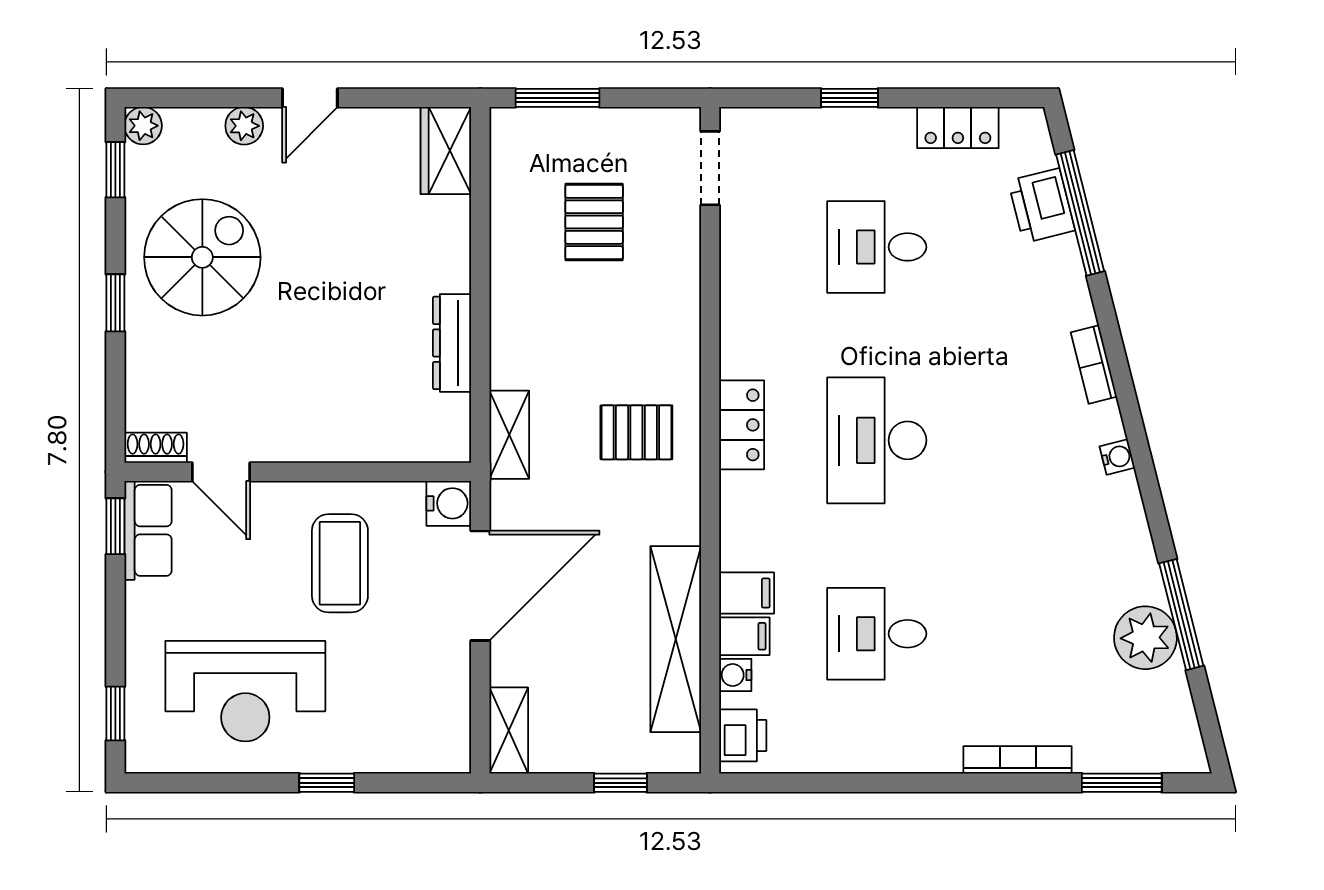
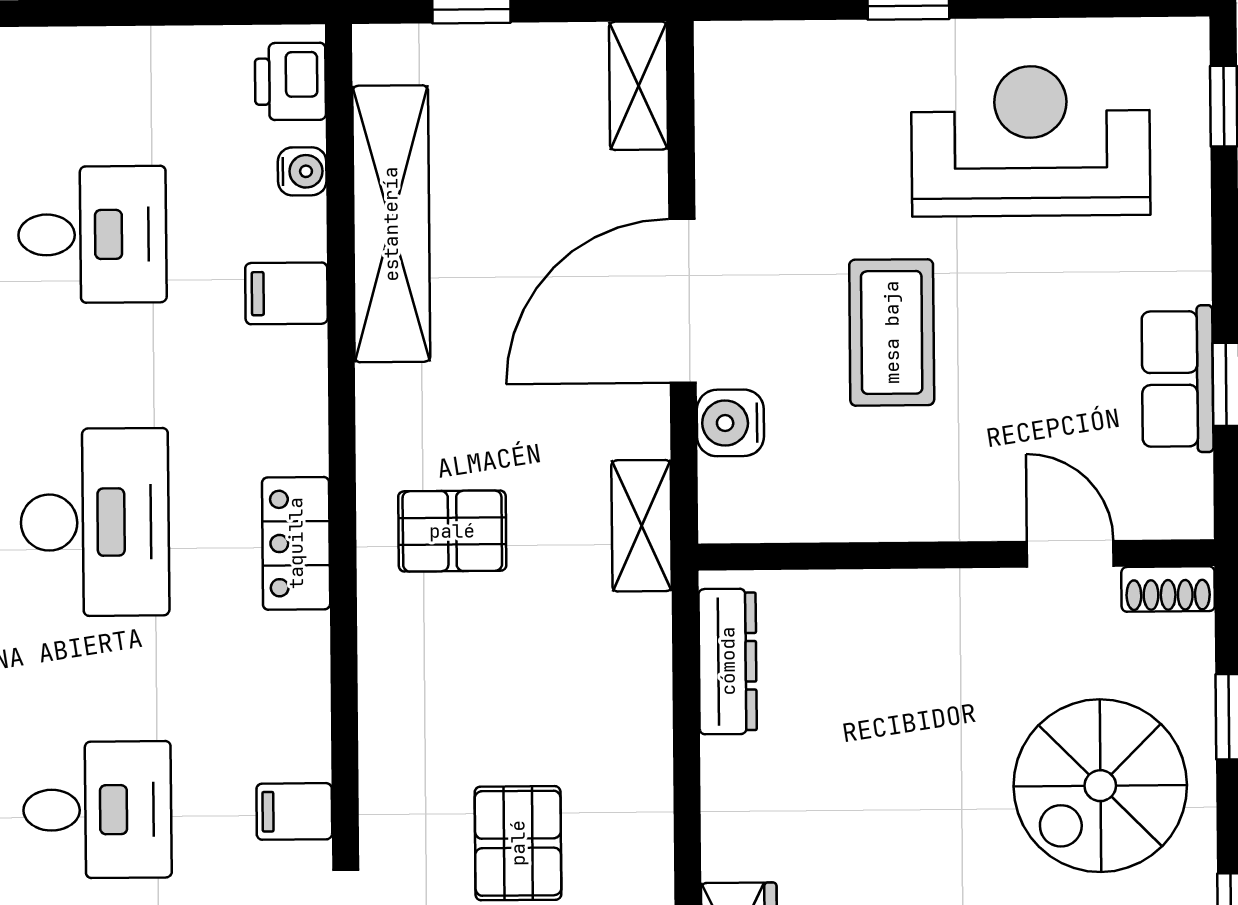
shoe rack: (156, 448) -> (1168, 589), moved
door: (221, 472) -> (1070, 554), moved
wall: (298, 472) -> (956, 555), moved
filing cabinet: (744, 636) -> (294, 811), moved

